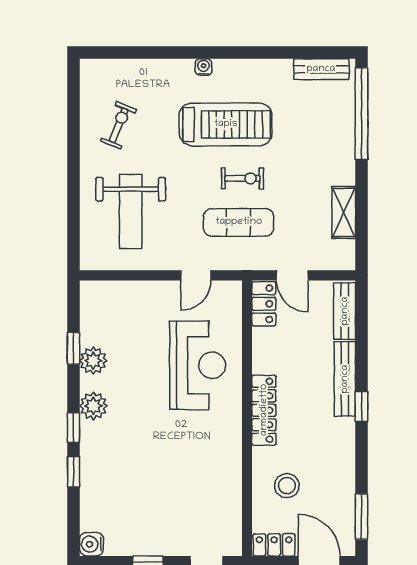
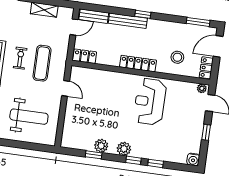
door: (292, 275) -> (74, 27), moved
reception desk: (198, 365) -> (150, 102), moved, turned -90
plant: (233, 542) -> (202, 88), added

